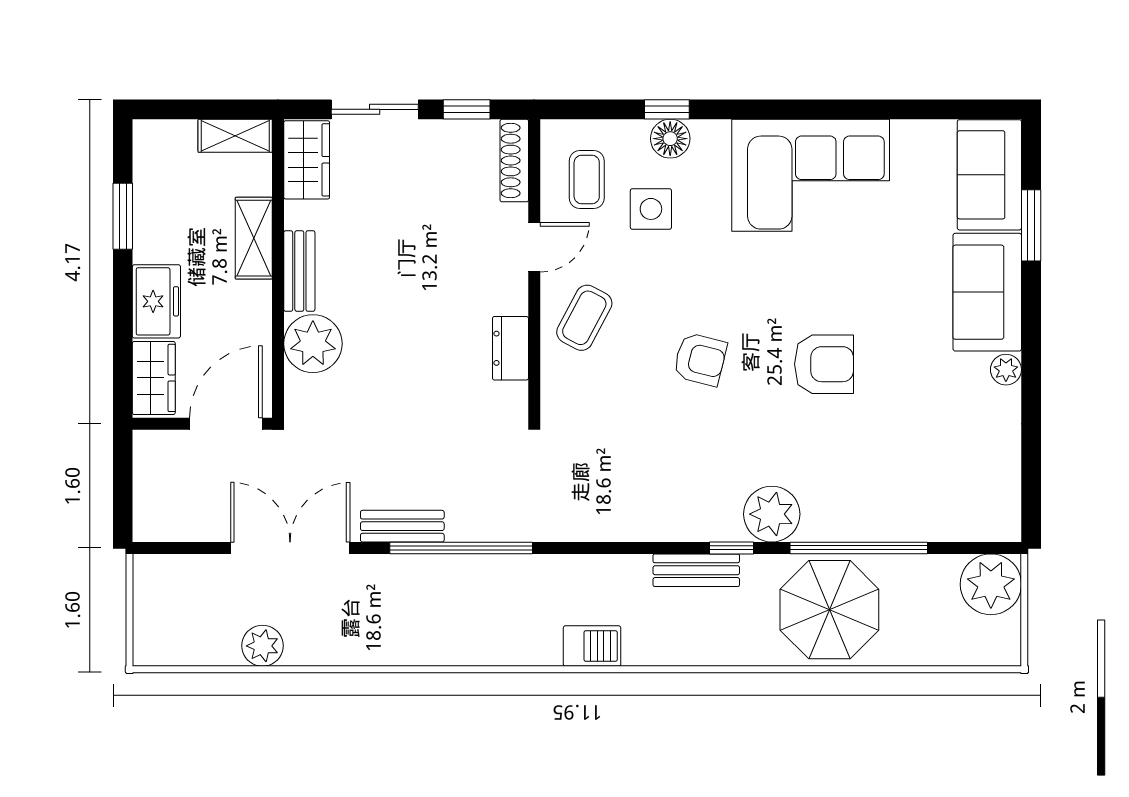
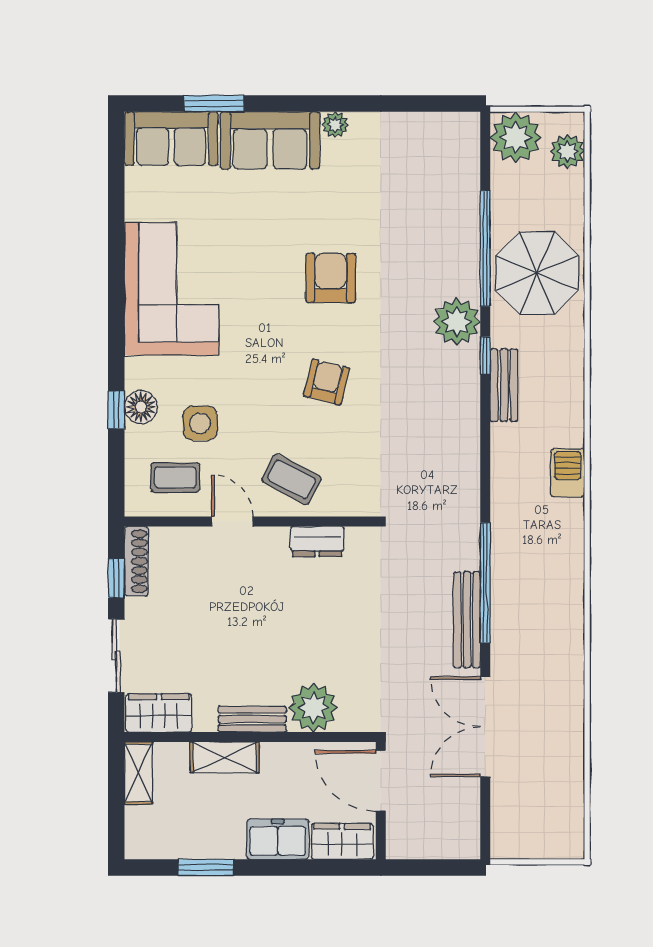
shoe rack: (514, 161) -> (136, 561), moved, turned -90
bench: (402, 526) -> (467, 620), width x1.36
plant: (262, 646) -> (567, 151), moved

